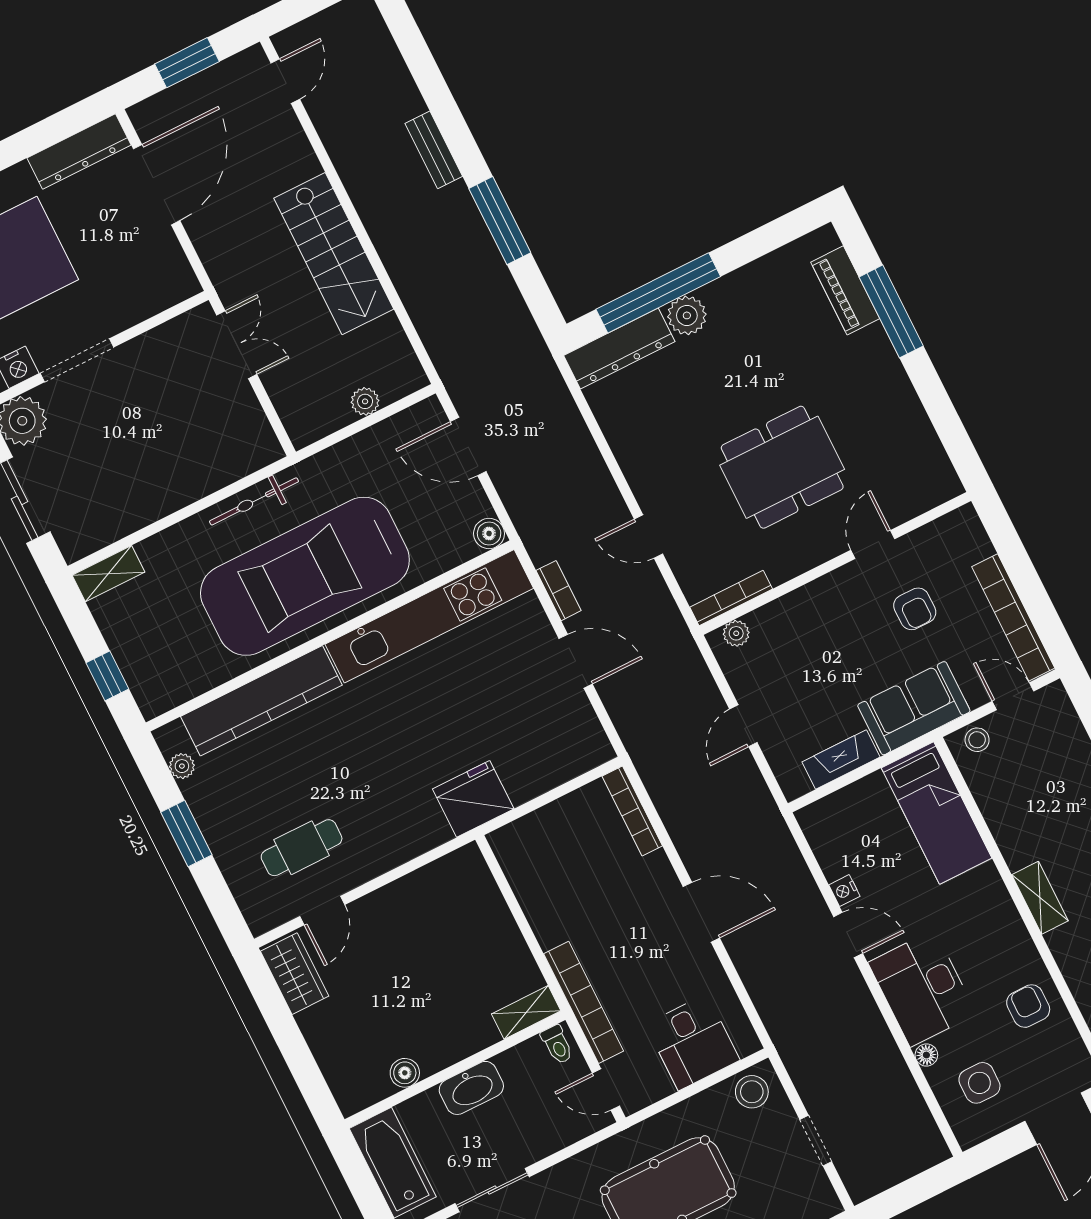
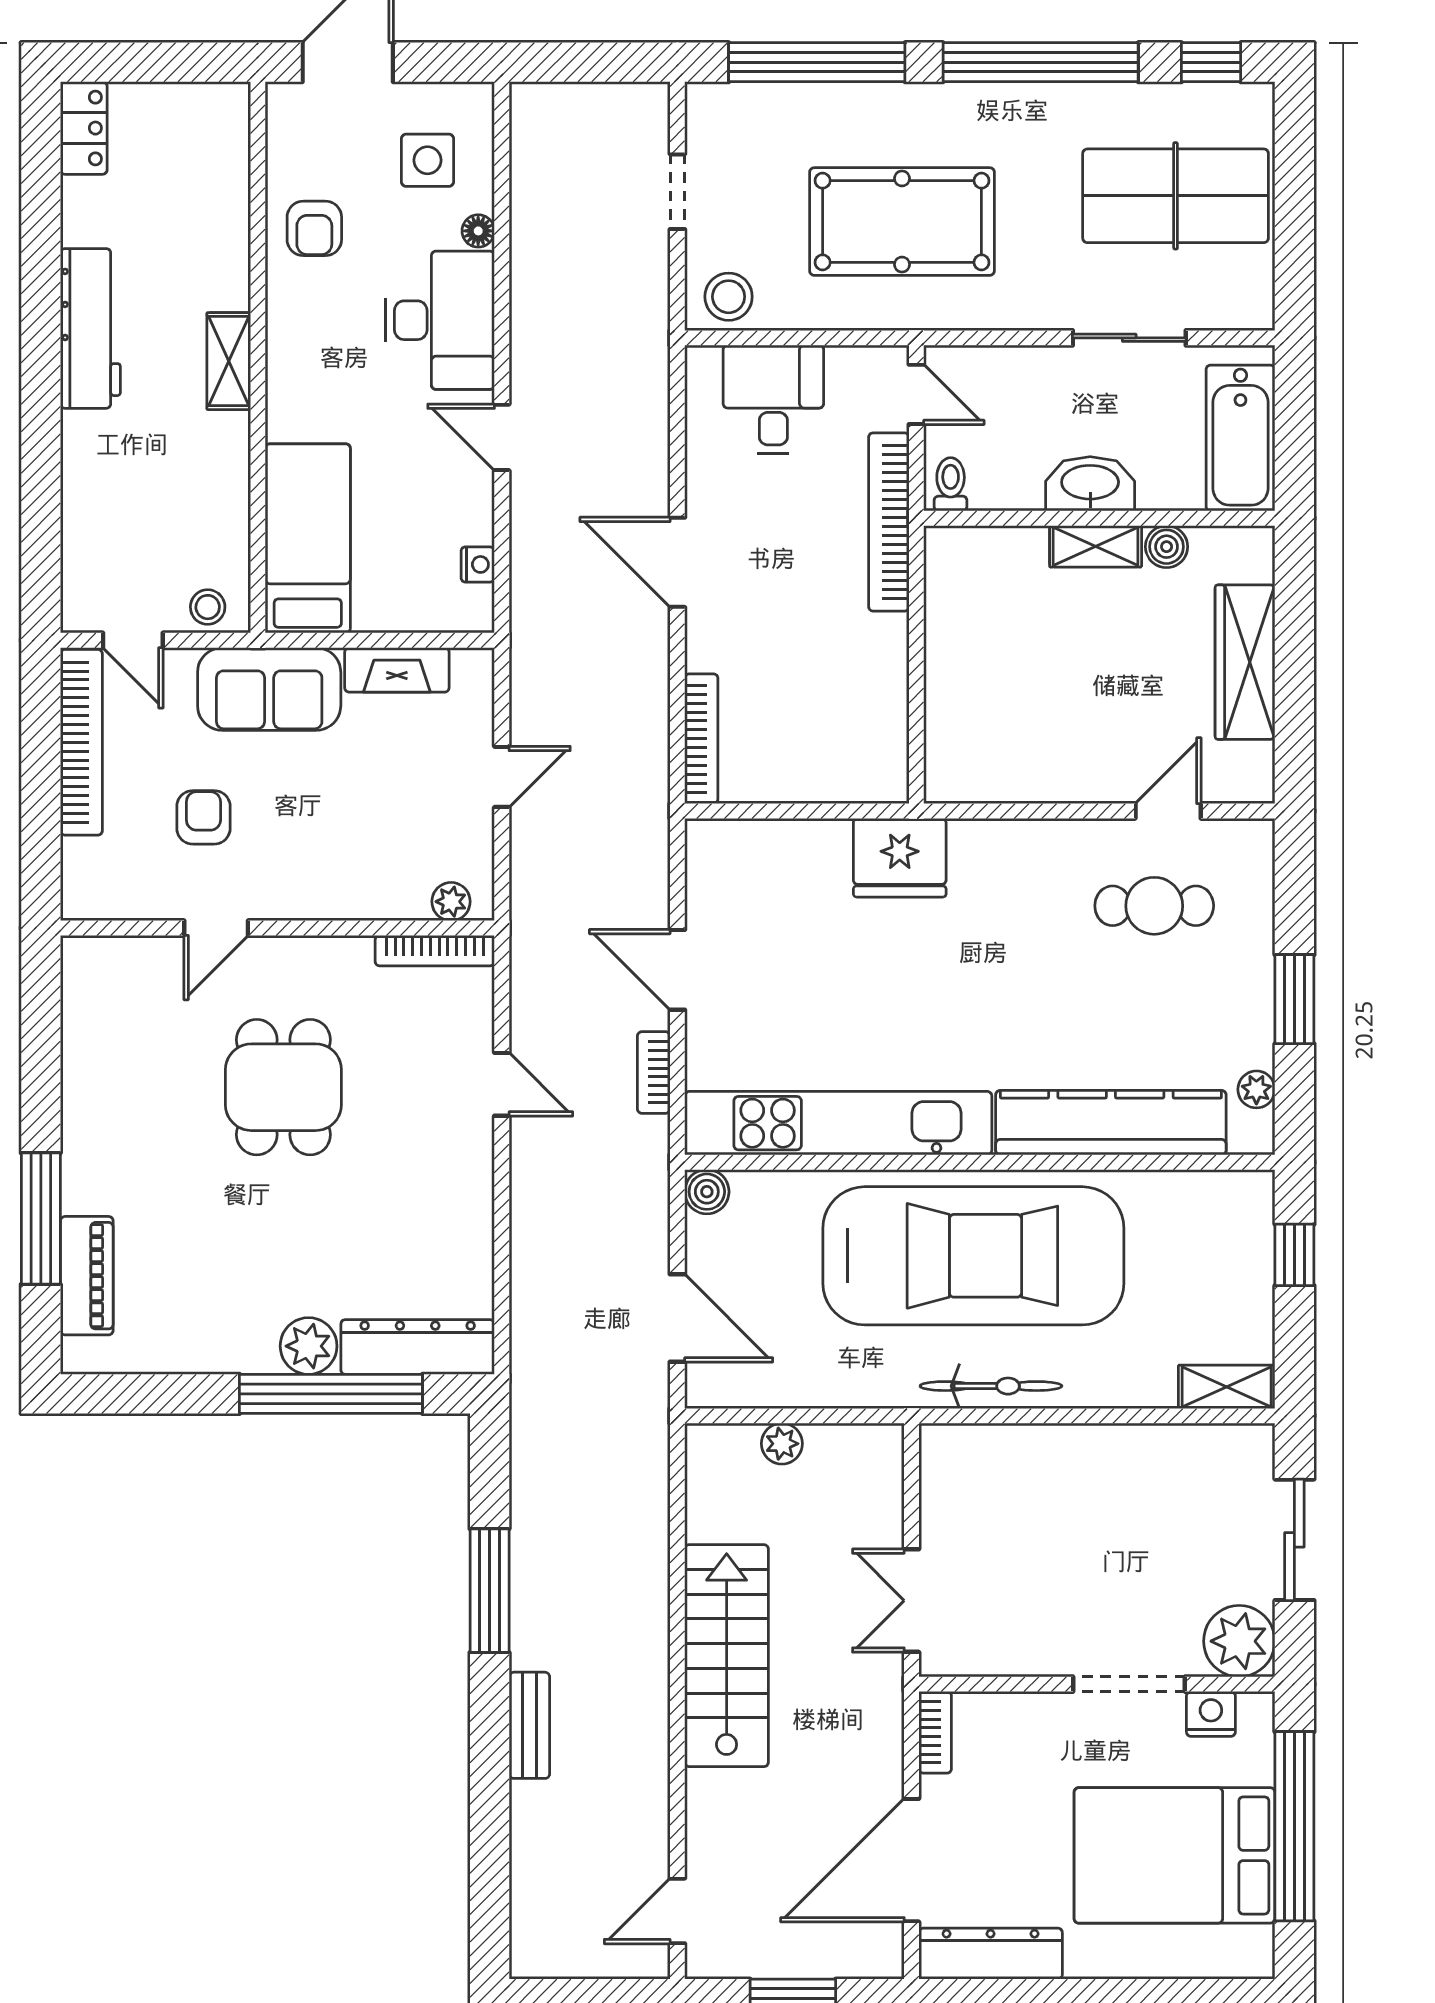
bookcase: (181, 271) -> (935, 1732), added
dining table: (782, 467) -> (283, 1087), width x0.73
nightstand: (844, 891) -> (478, 564), moved
wardrobe: (295, 974) -> (1245, 662), moved, width x1.50
shelving: (526, 1012) -> (1096, 546), moved

